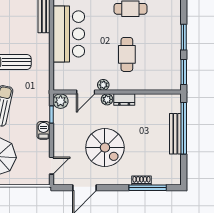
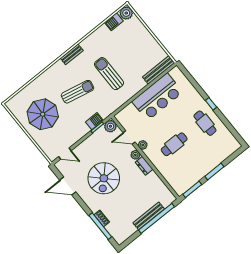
barbecue: (43, 130) -> (94, 121), moved

